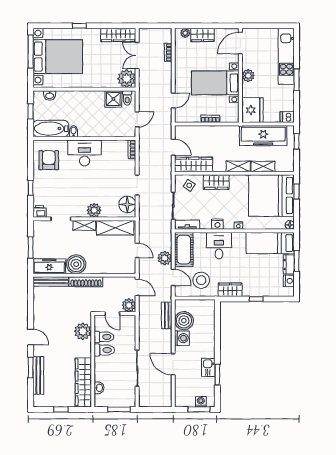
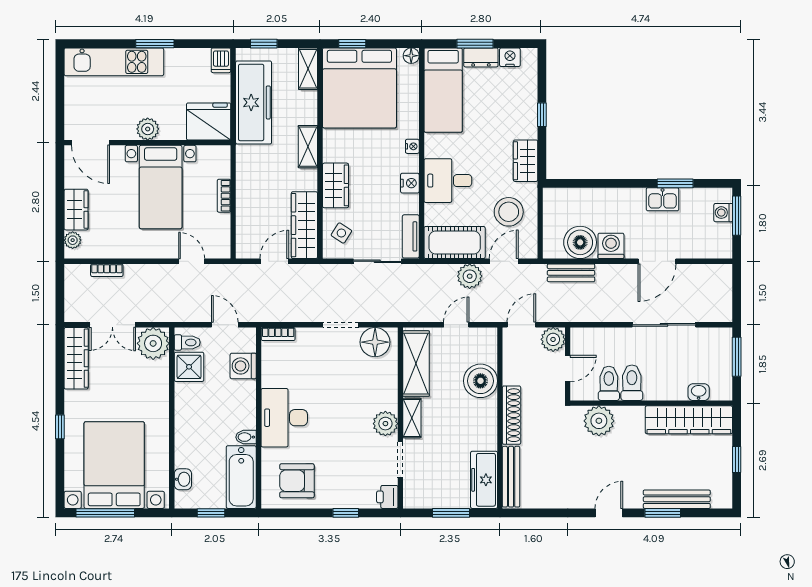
washing machine: (114, 130) -> (243, 366), added
shelving: (263, 166) -> (308, 69), moved
plant: (94, 210) -> (385, 424), moved
boiler: (76, 264) -> (480, 381), moved

